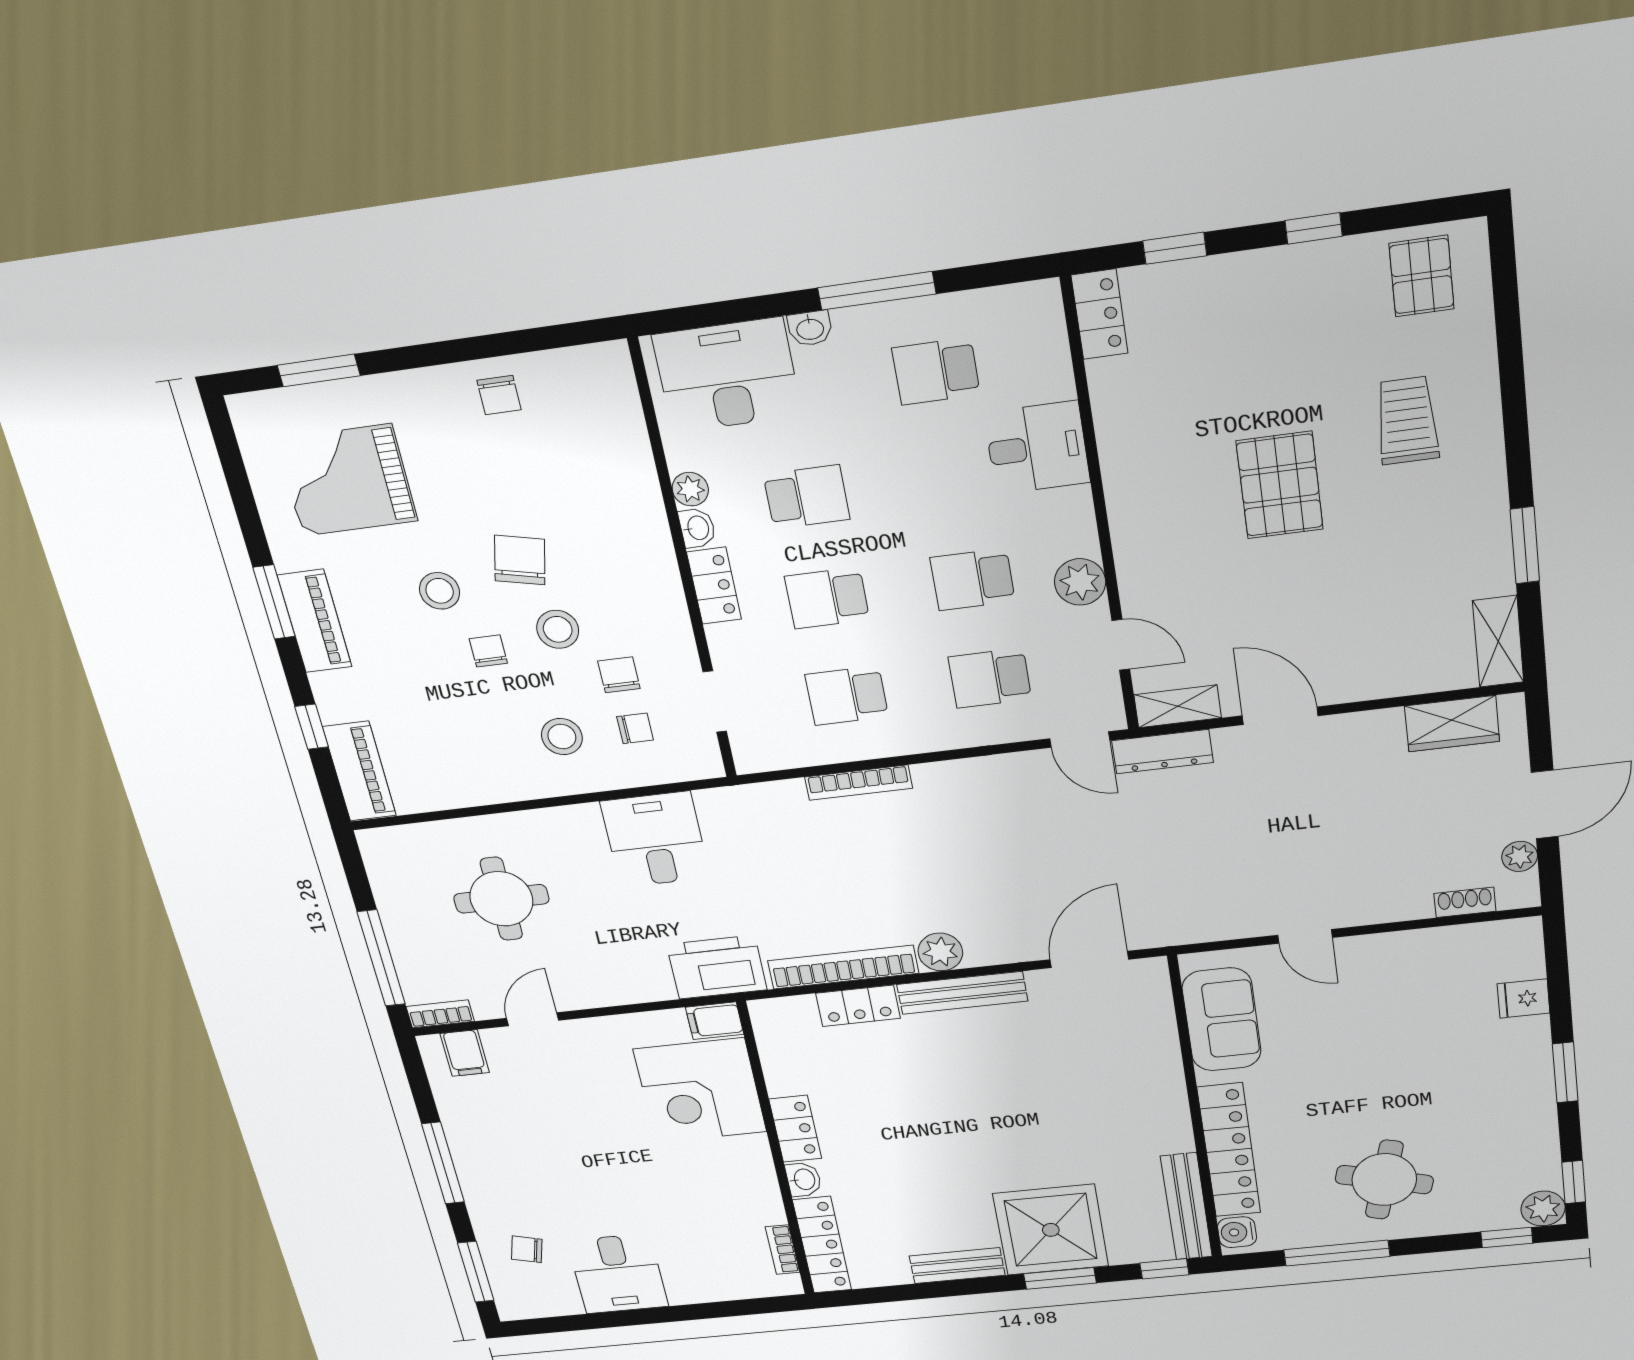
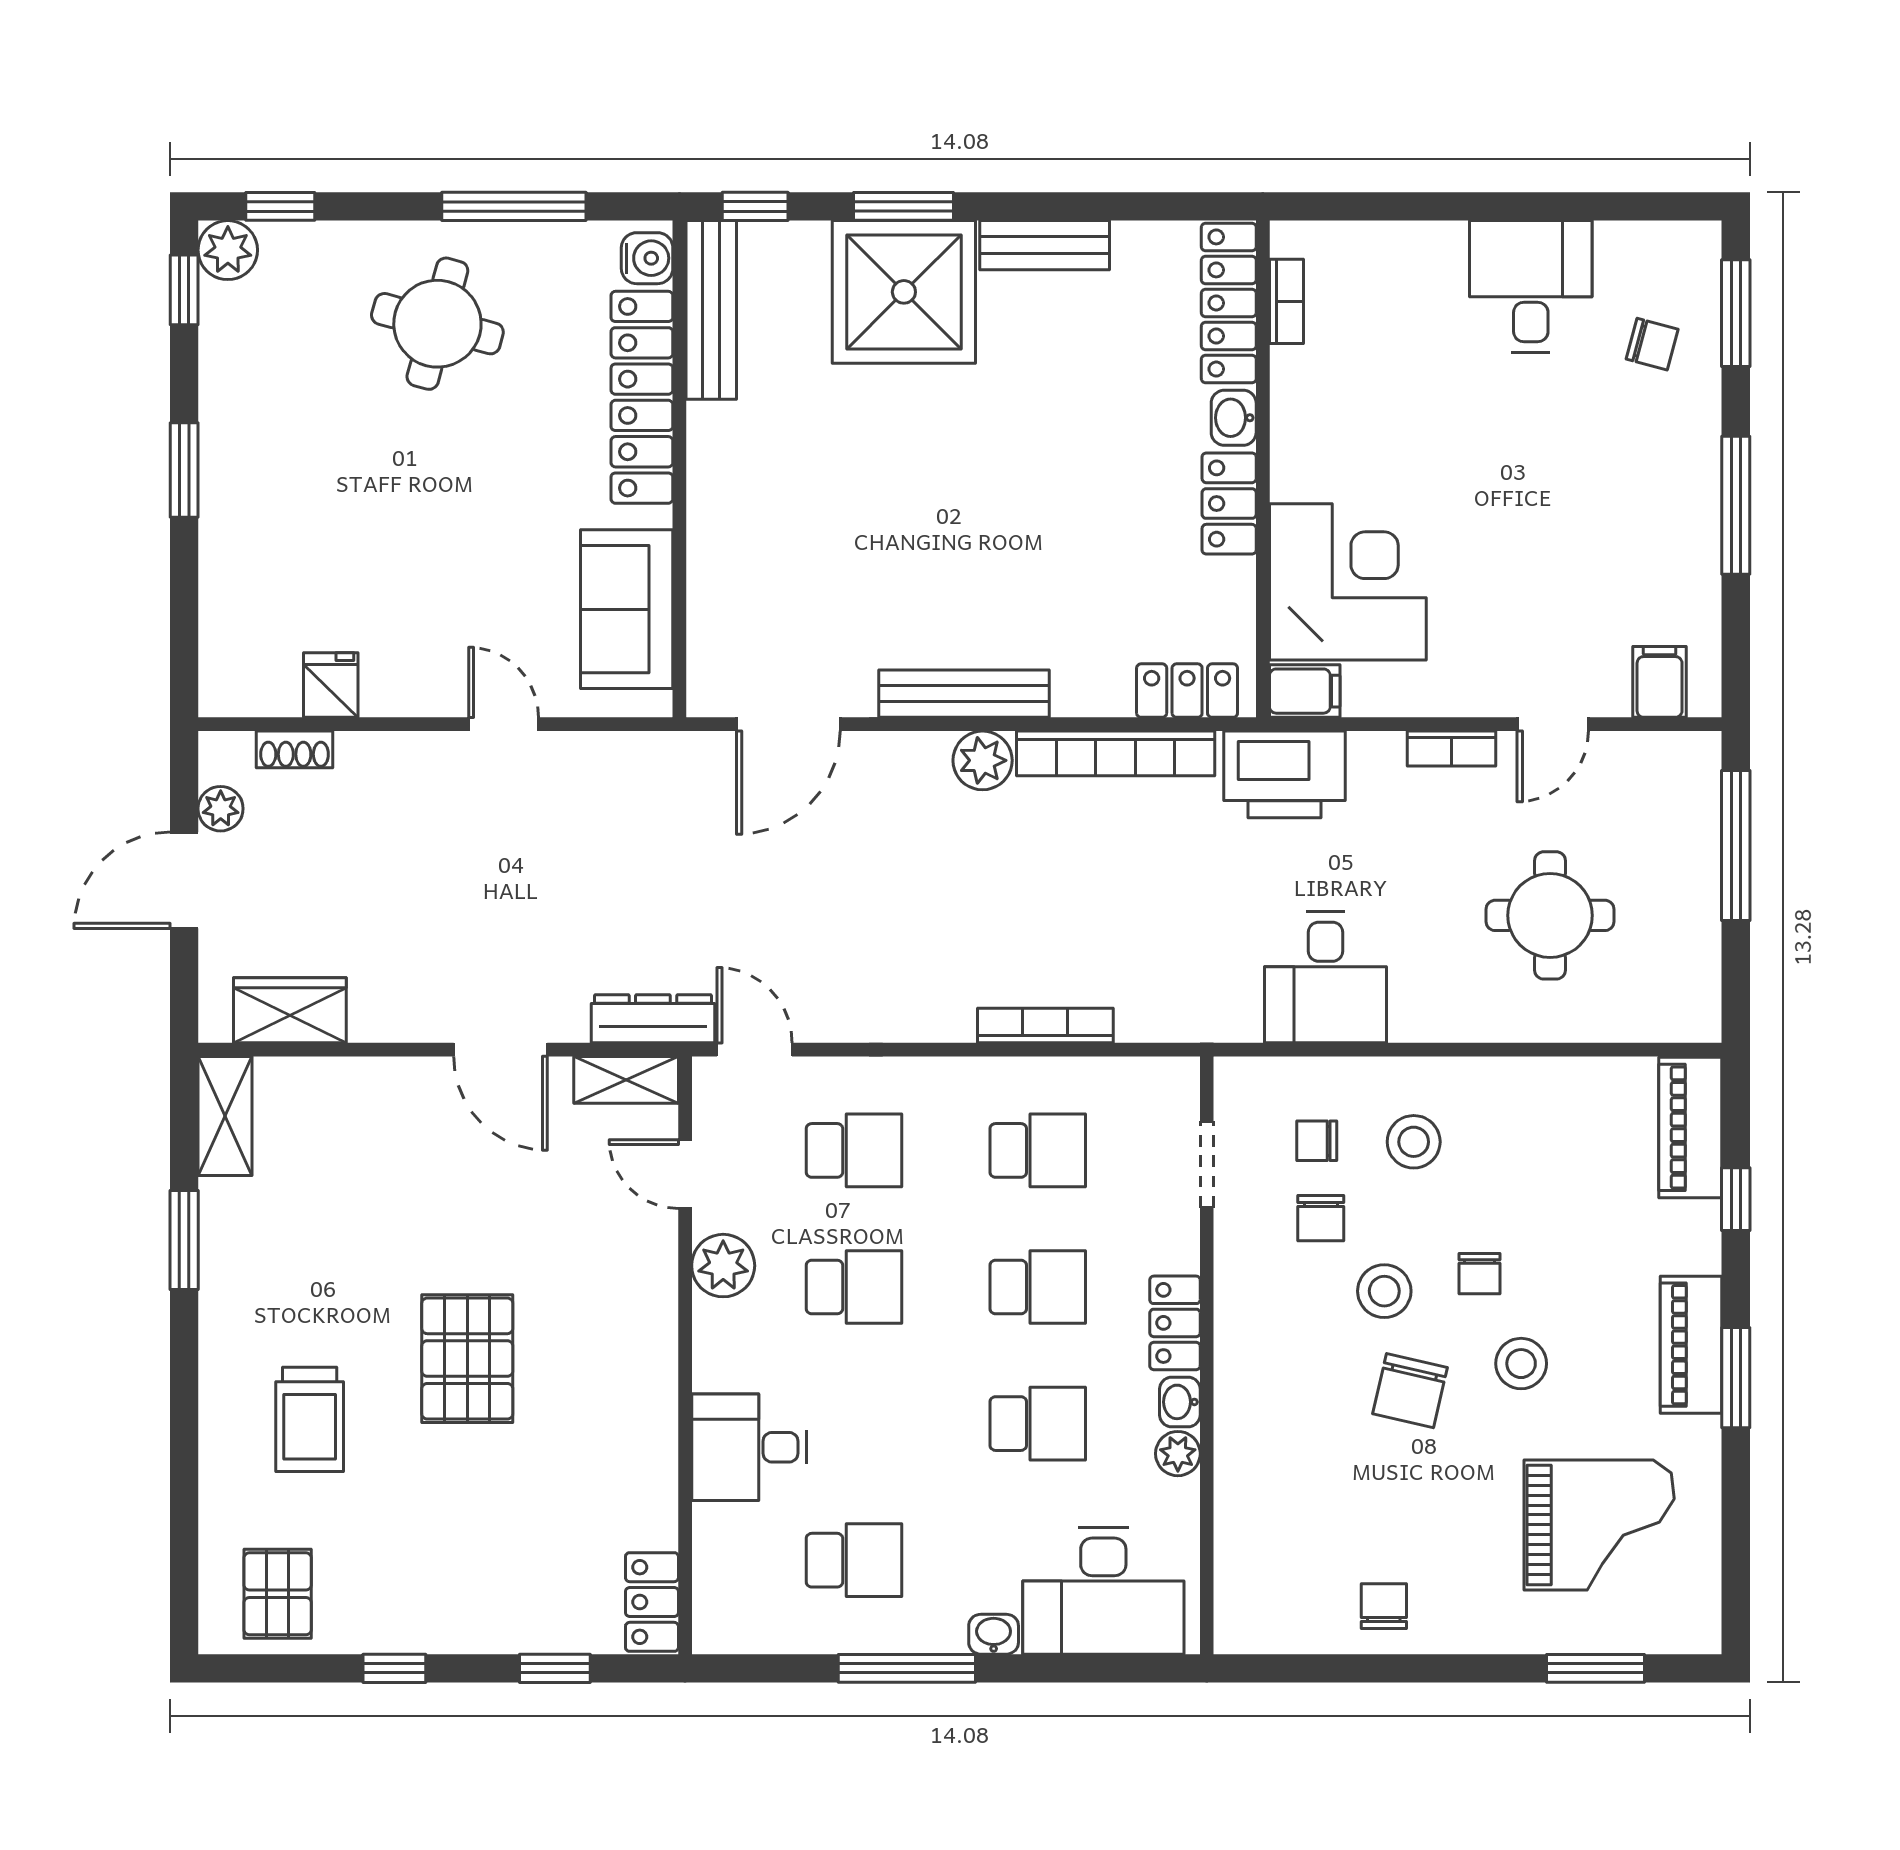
school desk: (807, 497) -> (1038, 1424), turned 180
fridge: (1523, 999) -> (331, 685), moved, turned -90
locker: (858, 1006) -> (1187, 691), moved
bookcase: (440, 1014) -> (1452, 749), moved

